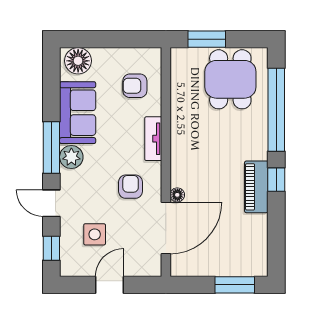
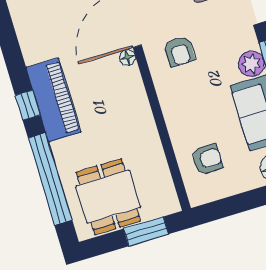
tv unit: (153, 139) -> (171, 109), removed
piano: (256, 187) -> (54, 100), width x1.37, depth x1.33

